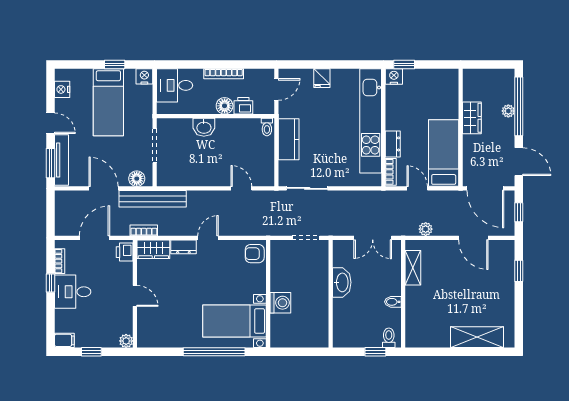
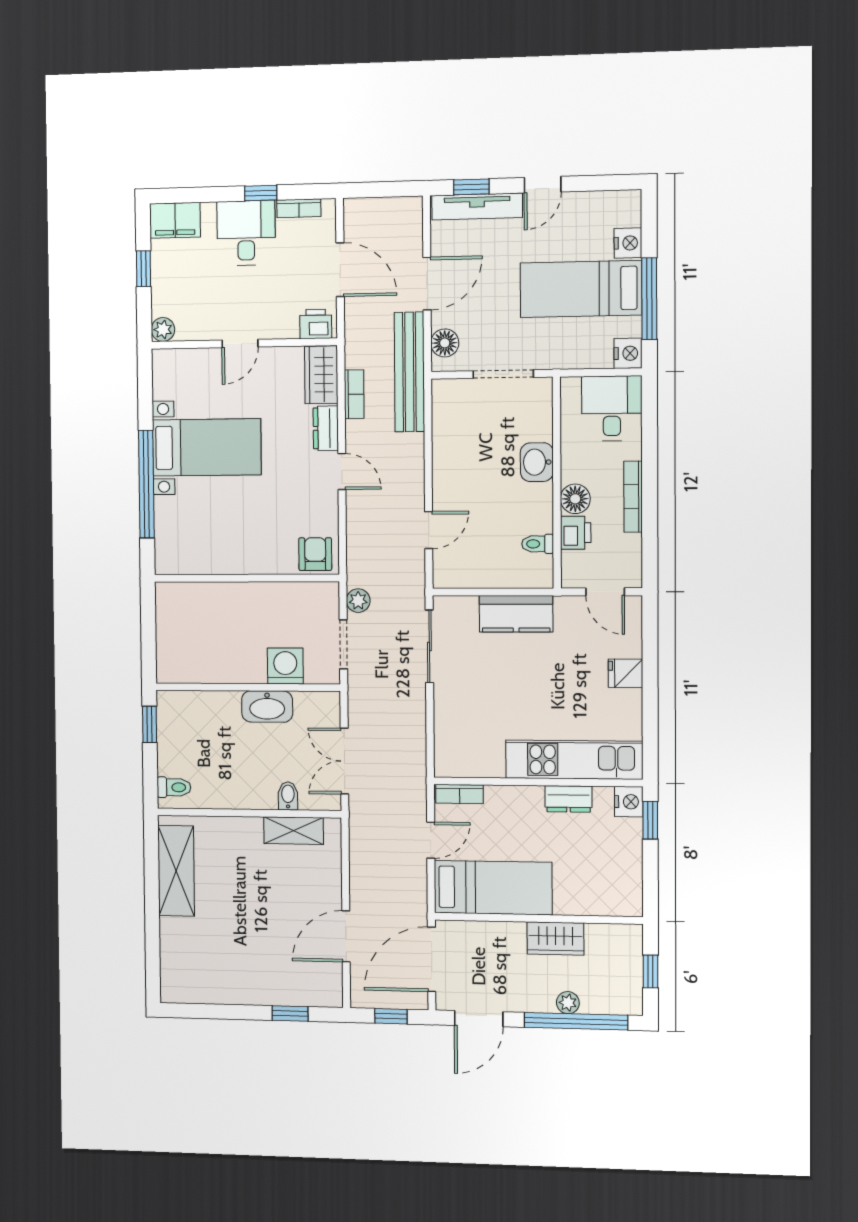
window: (115, 65) -> (649, 299), width x2.17
window: (489, 65) -> (650, 971), added
nightstand: (62, 89) -> (628, 243), moved, turned 90
kitchen unit: (371, 121) -> (574, 760), width x0.73
toilet: (267, 127) -> (538, 544), moved
dresser: (393, 144) -> (568, 799), moved
window: (50, 163) -> (471, 187), width x0.67
plant: (426, 229) -> (358, 601), moved
bookcase: (144, 230) -> (354, 394), moved
bidet: (393, 302) -> (288, 796), moved
washing machine: (280, 303) -> (285, 666), moved, turned 180
bed with nightstands: (235, 321) -> (207, 447), moved, turned 90
shelving: (477, 337) -> (176, 871), moved
filing cabinet: (64, 340) -> (175, 220), width x2.00
window: (375, 352) -> (150, 724), moved

